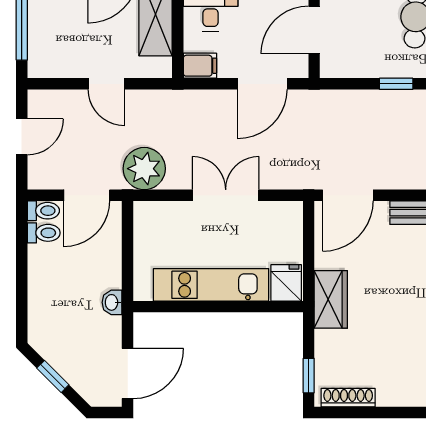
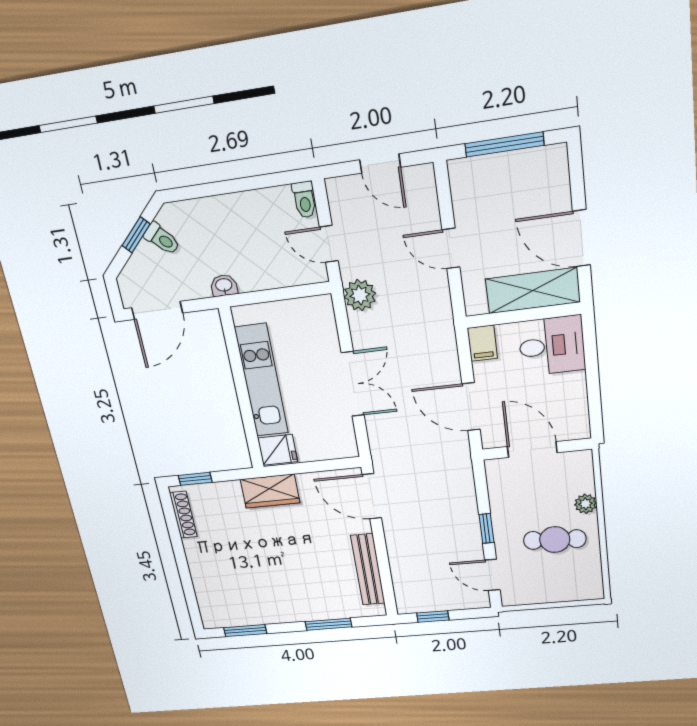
door: (106, 84) -> (451, 248), hinge flipped
plant: (144, 169) -> (360, 295), width x0.73, depth x0.73
door: (87, 195) -> (329, 244), width x0.73
toilet: (44, 233) -> (162, 239), moved, turned -45
door: (128, 373) -> (157, 310), hinge flipped

